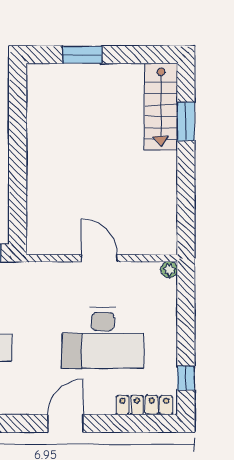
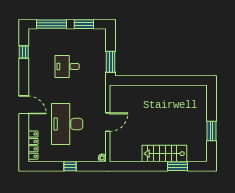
window: (82, 55) -> (211, 131), moved
stairs: (161, 107) -> (164, 154), moved
window: (186, 378) -> (70, 166), moved

